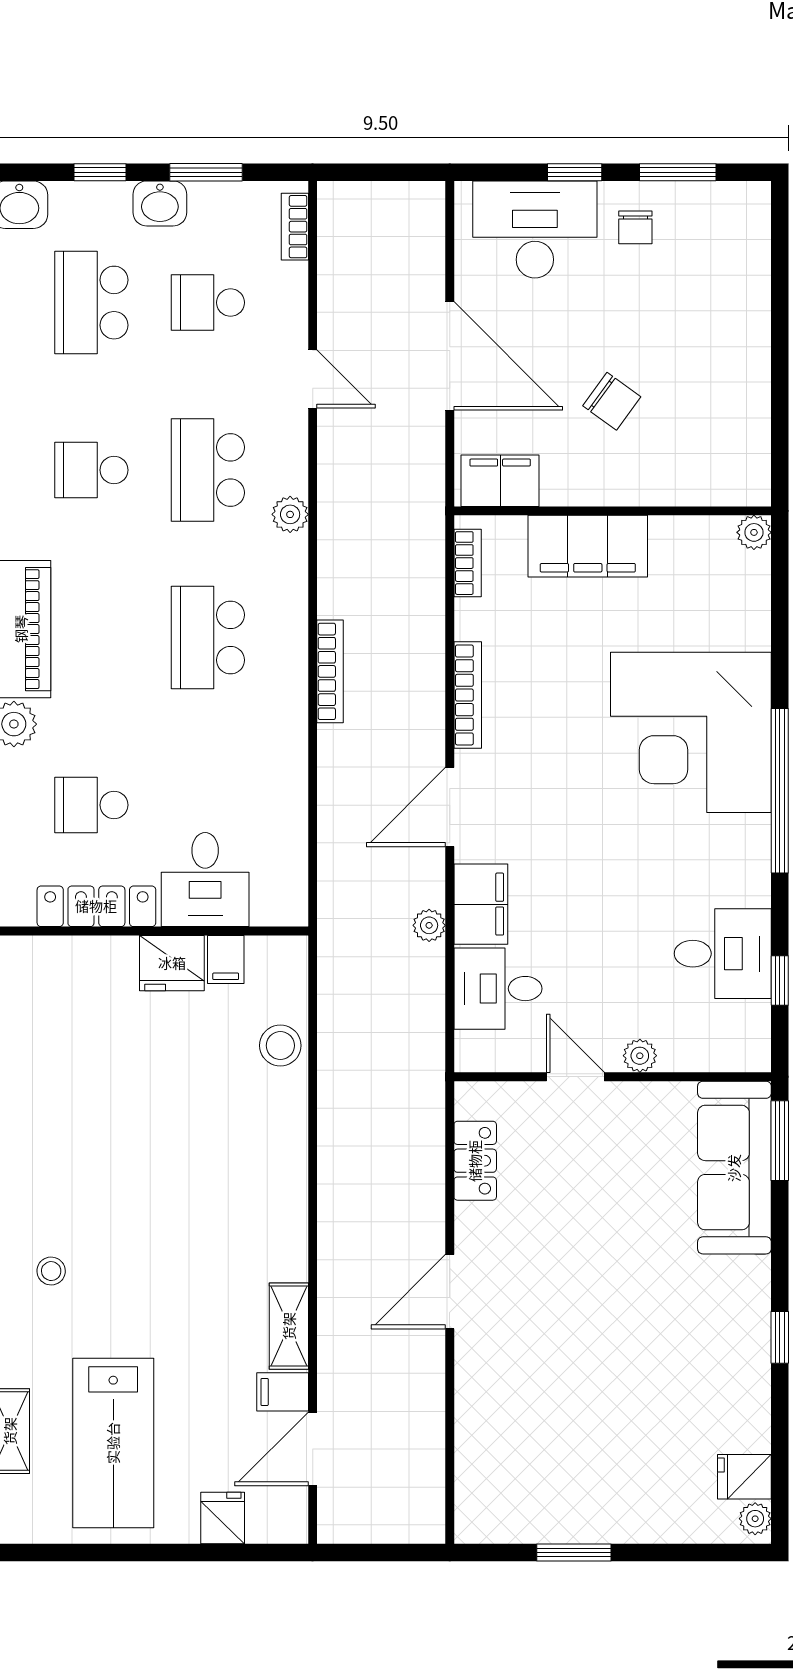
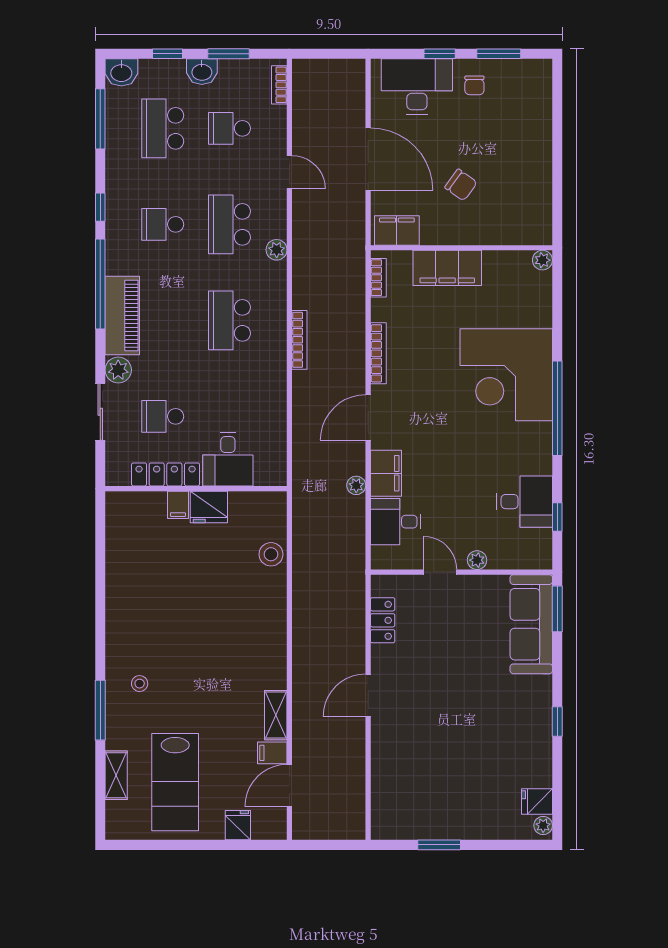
filing cabinet: (226, 959) -> (178, 505), moved

